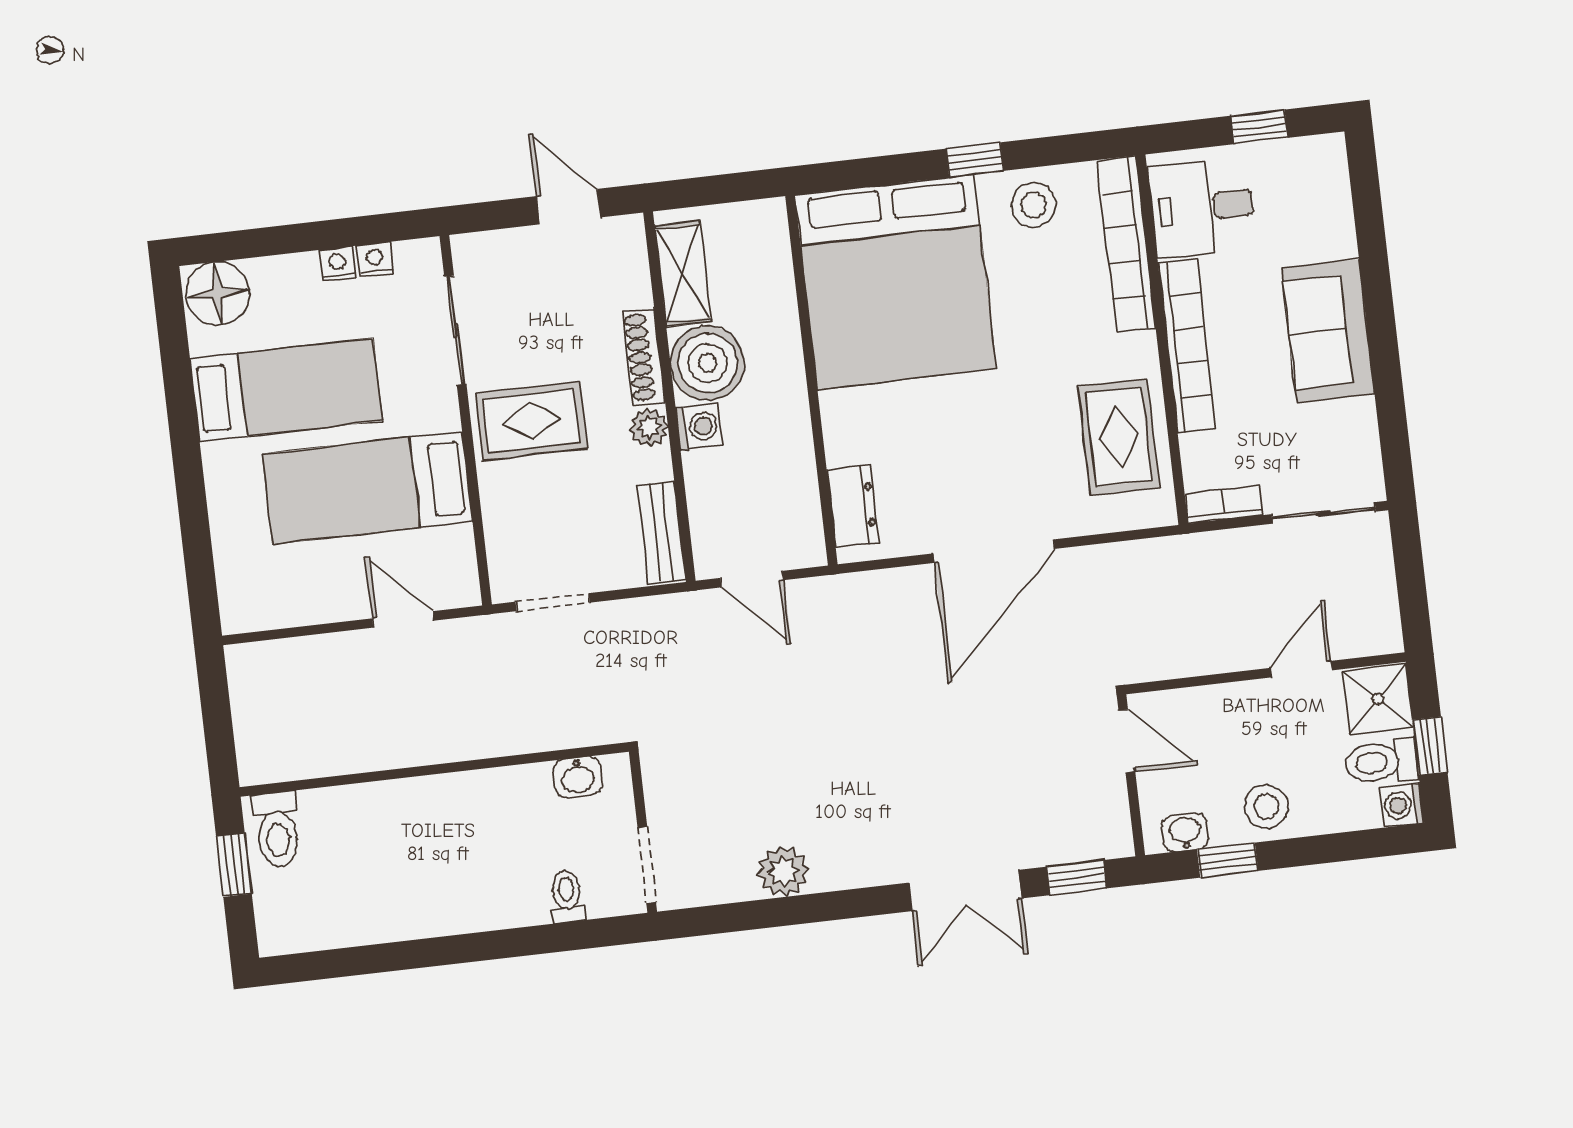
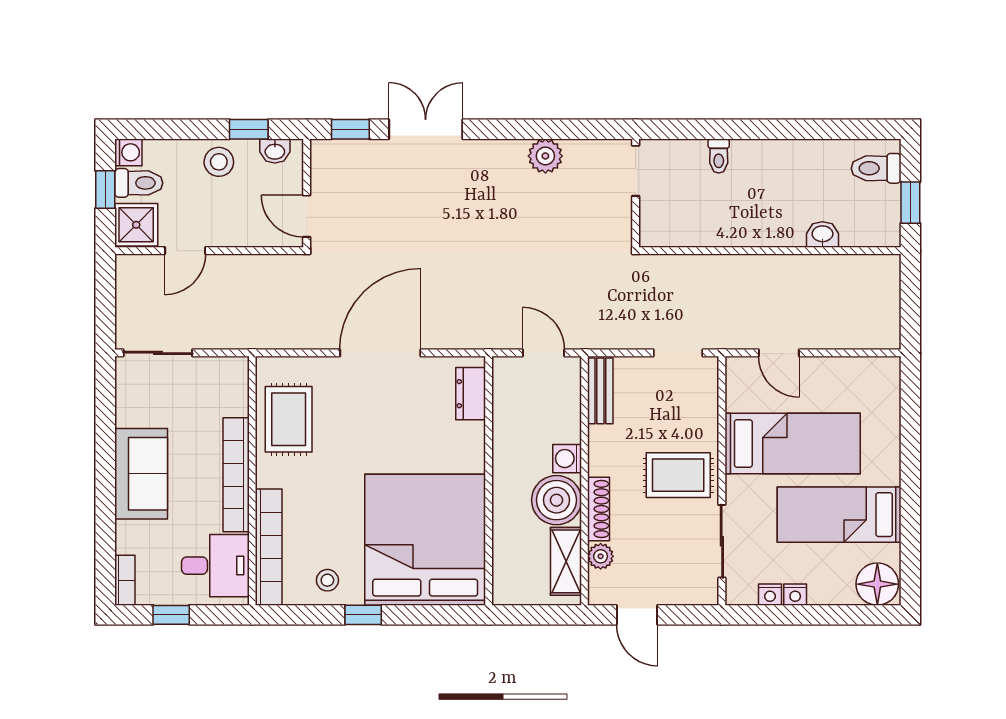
stool: (1033, 205) -> (327, 580), width x0.73, depth x0.73
plant: (649, 428) -> (601, 556), moved
bookcase: (1224, 505) -> (125, 580), moved, turned -90
washbasin: (578, 777) -> (822, 235), moved
toilet: (277, 830) -> (876, 168), moved, turned -90
toilet: (567, 896) -> (719, 156), moved

